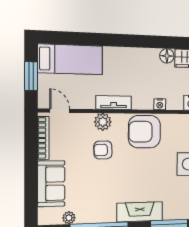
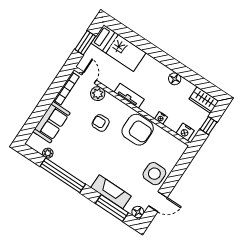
floor lamp: (167, 56) -> (175, 79), moved
plant: (103, 122) -> (98, 94), moved
armchair: (144, 132) -> (138, 130), turned 180
fireplace: (140, 212) -> (111, 192), moved

